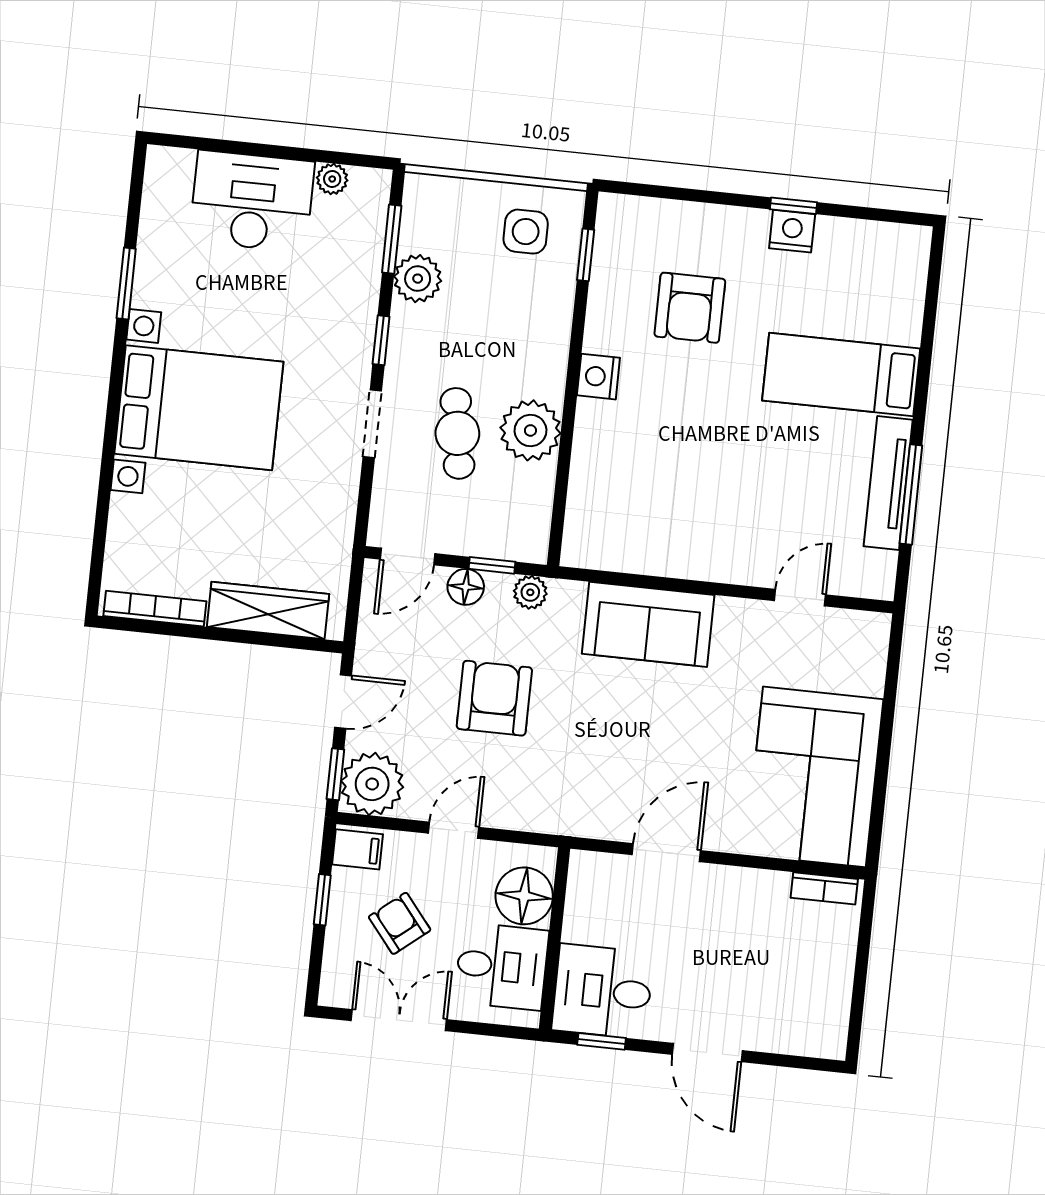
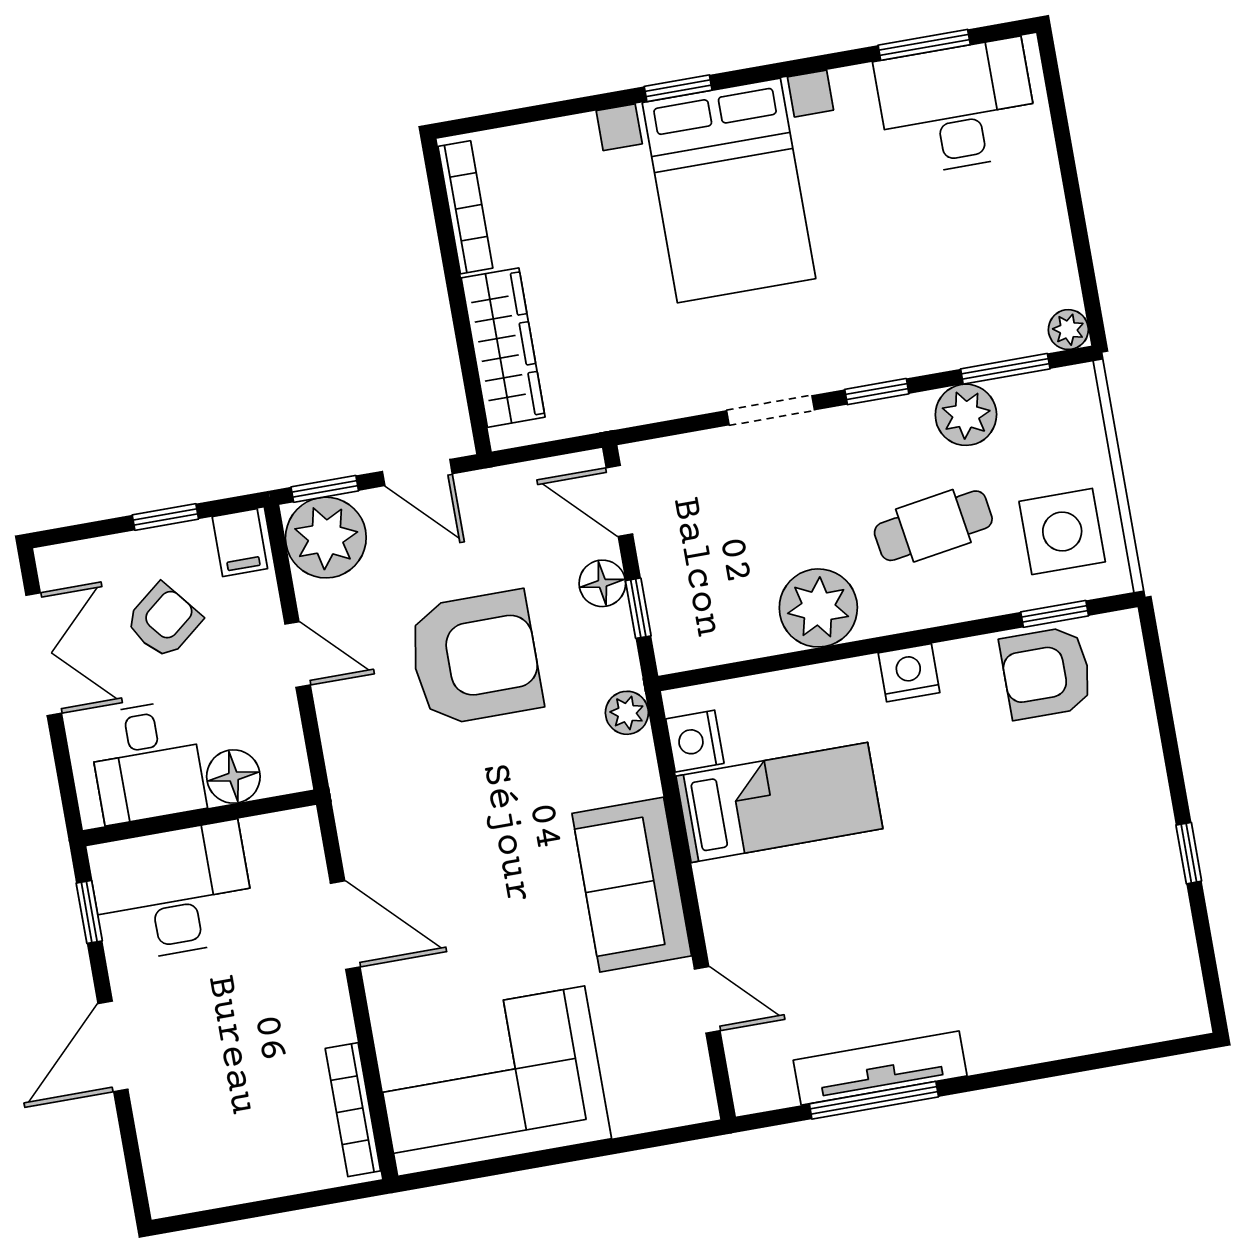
plant: (332, 179) -> (1068, 330), moved
desk: (252, 201) -> (957, 107), moved, turned -90
nightstand: (792, 231) -> (695, 741), moved, turned 180
side table: (526, 232) -> (1062, 532), width x1.37, depth x1.37
window: (126, 283) -> (924, 45), moved
armchair: (690, 308) -> (1046, 673), moved
bed: (841, 374) -> (779, 802), moved, turned 90
window: (111, 424) -> (678, 88), added
cafe table: (457, 433) -> (933, 526), moved
plant: (530, 592) -> (627, 713), moved
sofa: (648, 624) -> (632, 885), moved
armchair: (494, 698) -> (475, 658), width x1.36, depth x1.36
bookcase: (824, 888) -> (353, 1110), width x1.56
floor lamp: (524, 896) -> (233, 776), width x0.73, depth x0.73
desk: (603, 991) -> (172, 892), width x1.37

